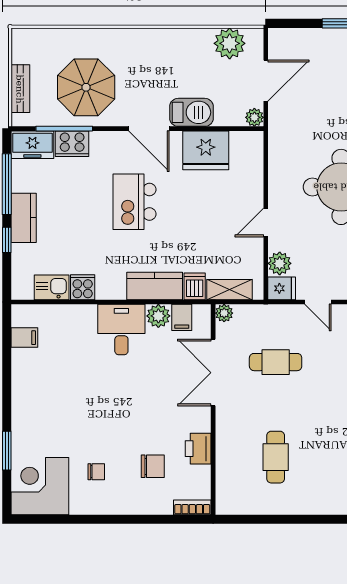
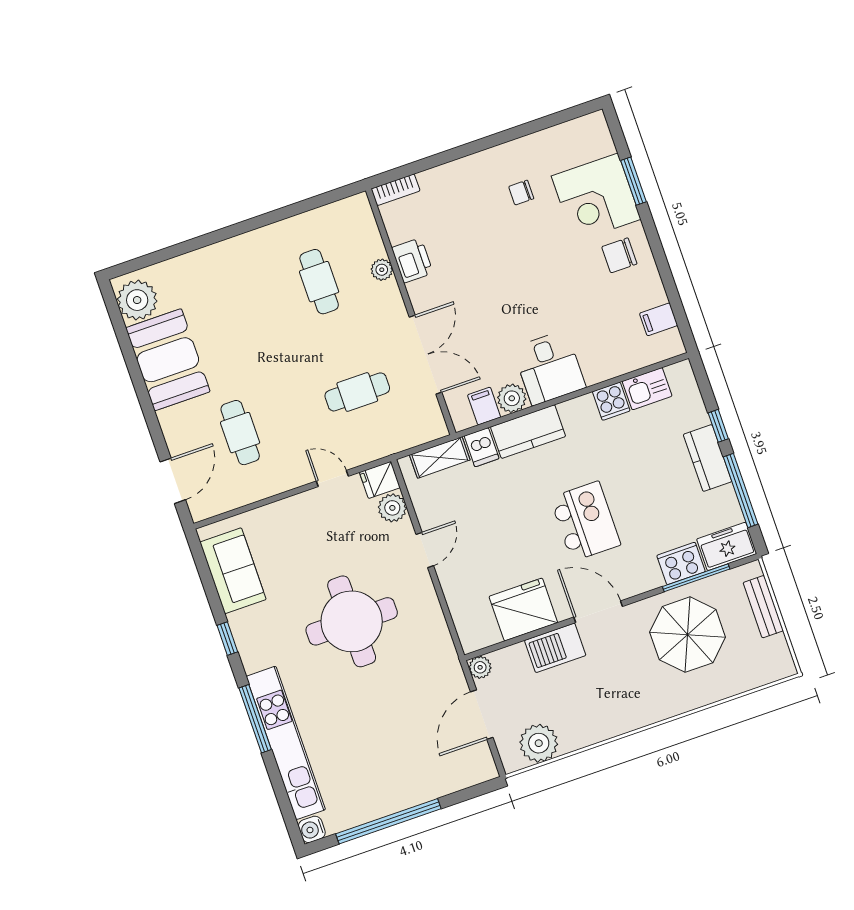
plant: (224, 313) -> (382, 270), moved
chair: (153, 466) -> (619, 255), moved
corner desk: (40, 486) -> (596, 198), moved, turned 90

